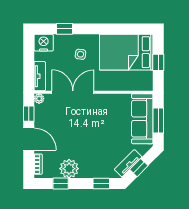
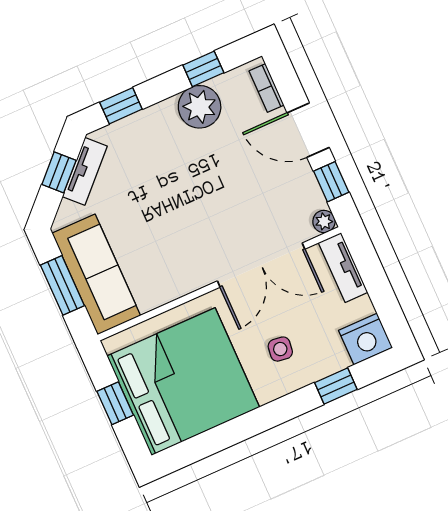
bed: (126, 52) -> (183, 382), width x1.36

